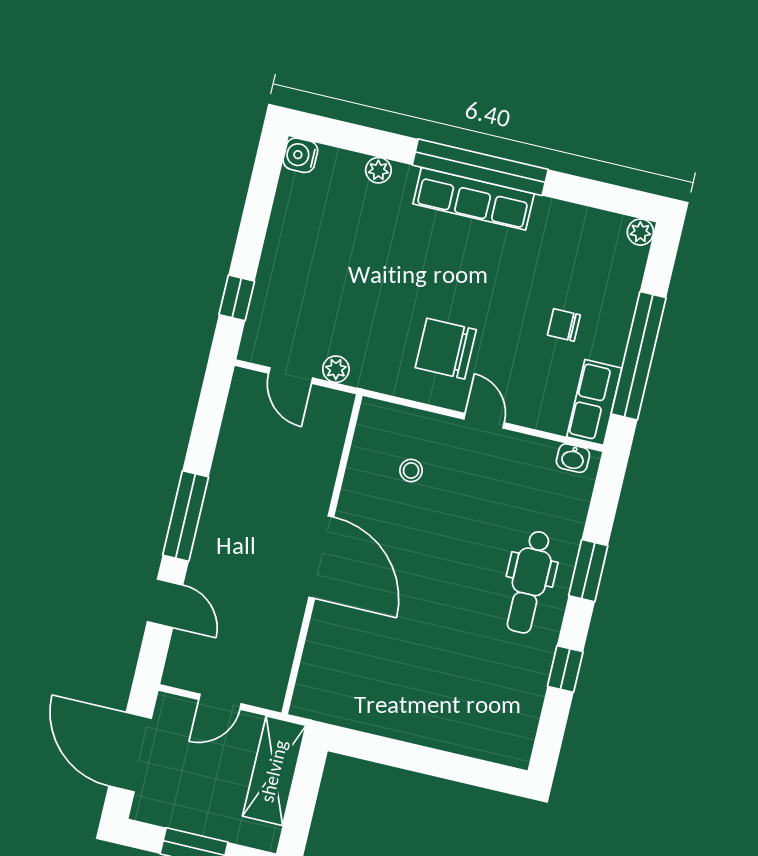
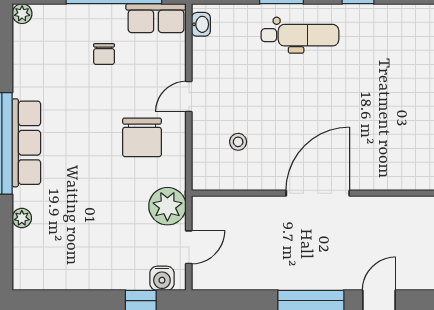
water cooler: (300, 155) -> (162, 278), moved
plant: (336, 369) -> (167, 206), width x1.87, depth x1.87

